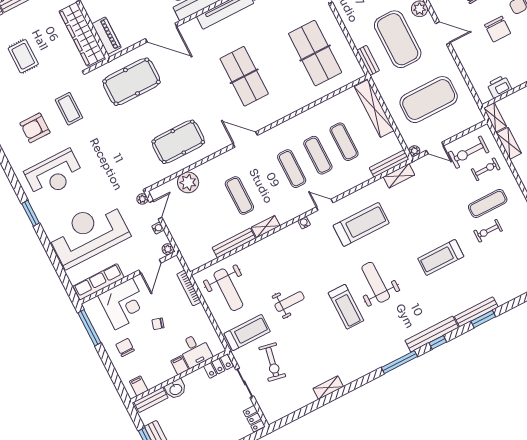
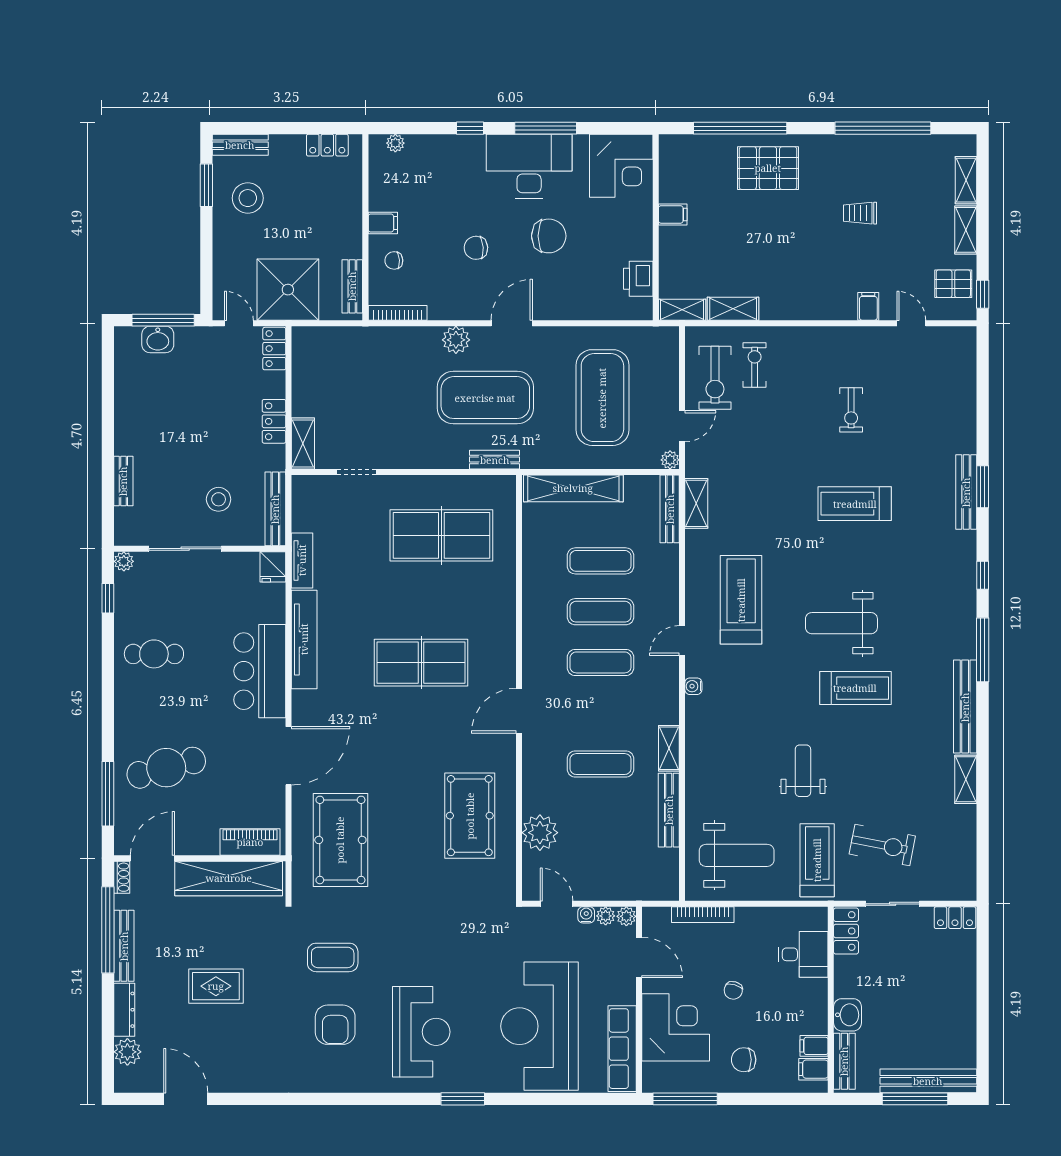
plant: (142, 199) -> (606, 916), moved
exercise mat: (488, 203) -> (809, 389), removed
treadmill: (441, 257) -> (855, 504), turned 90
bench: (432, 334) -> (965, 707), moved
filing cabinet: (180, 365) -> (814, 1046), moved

